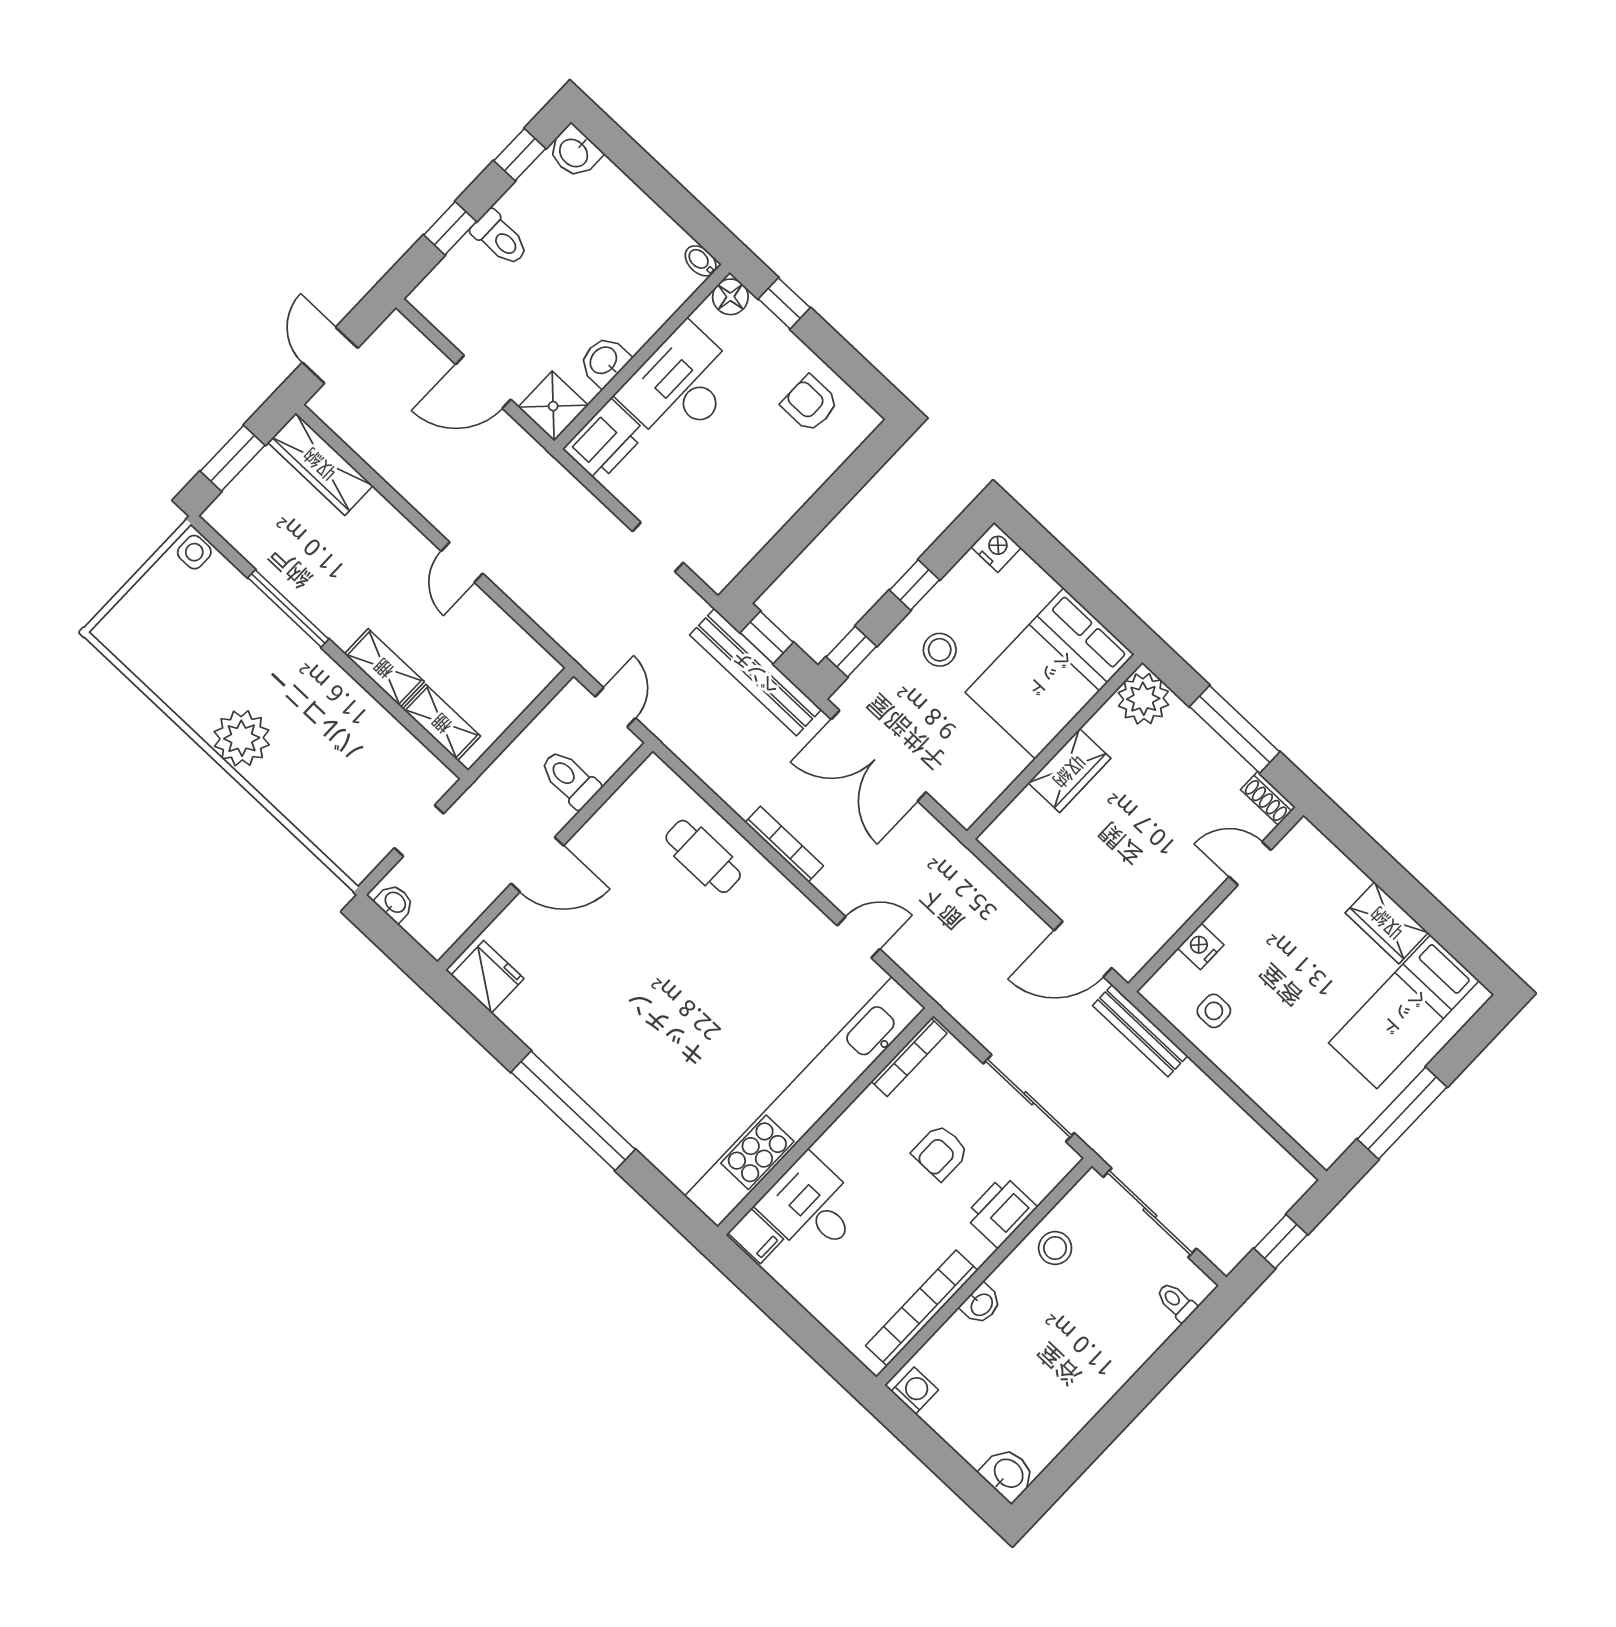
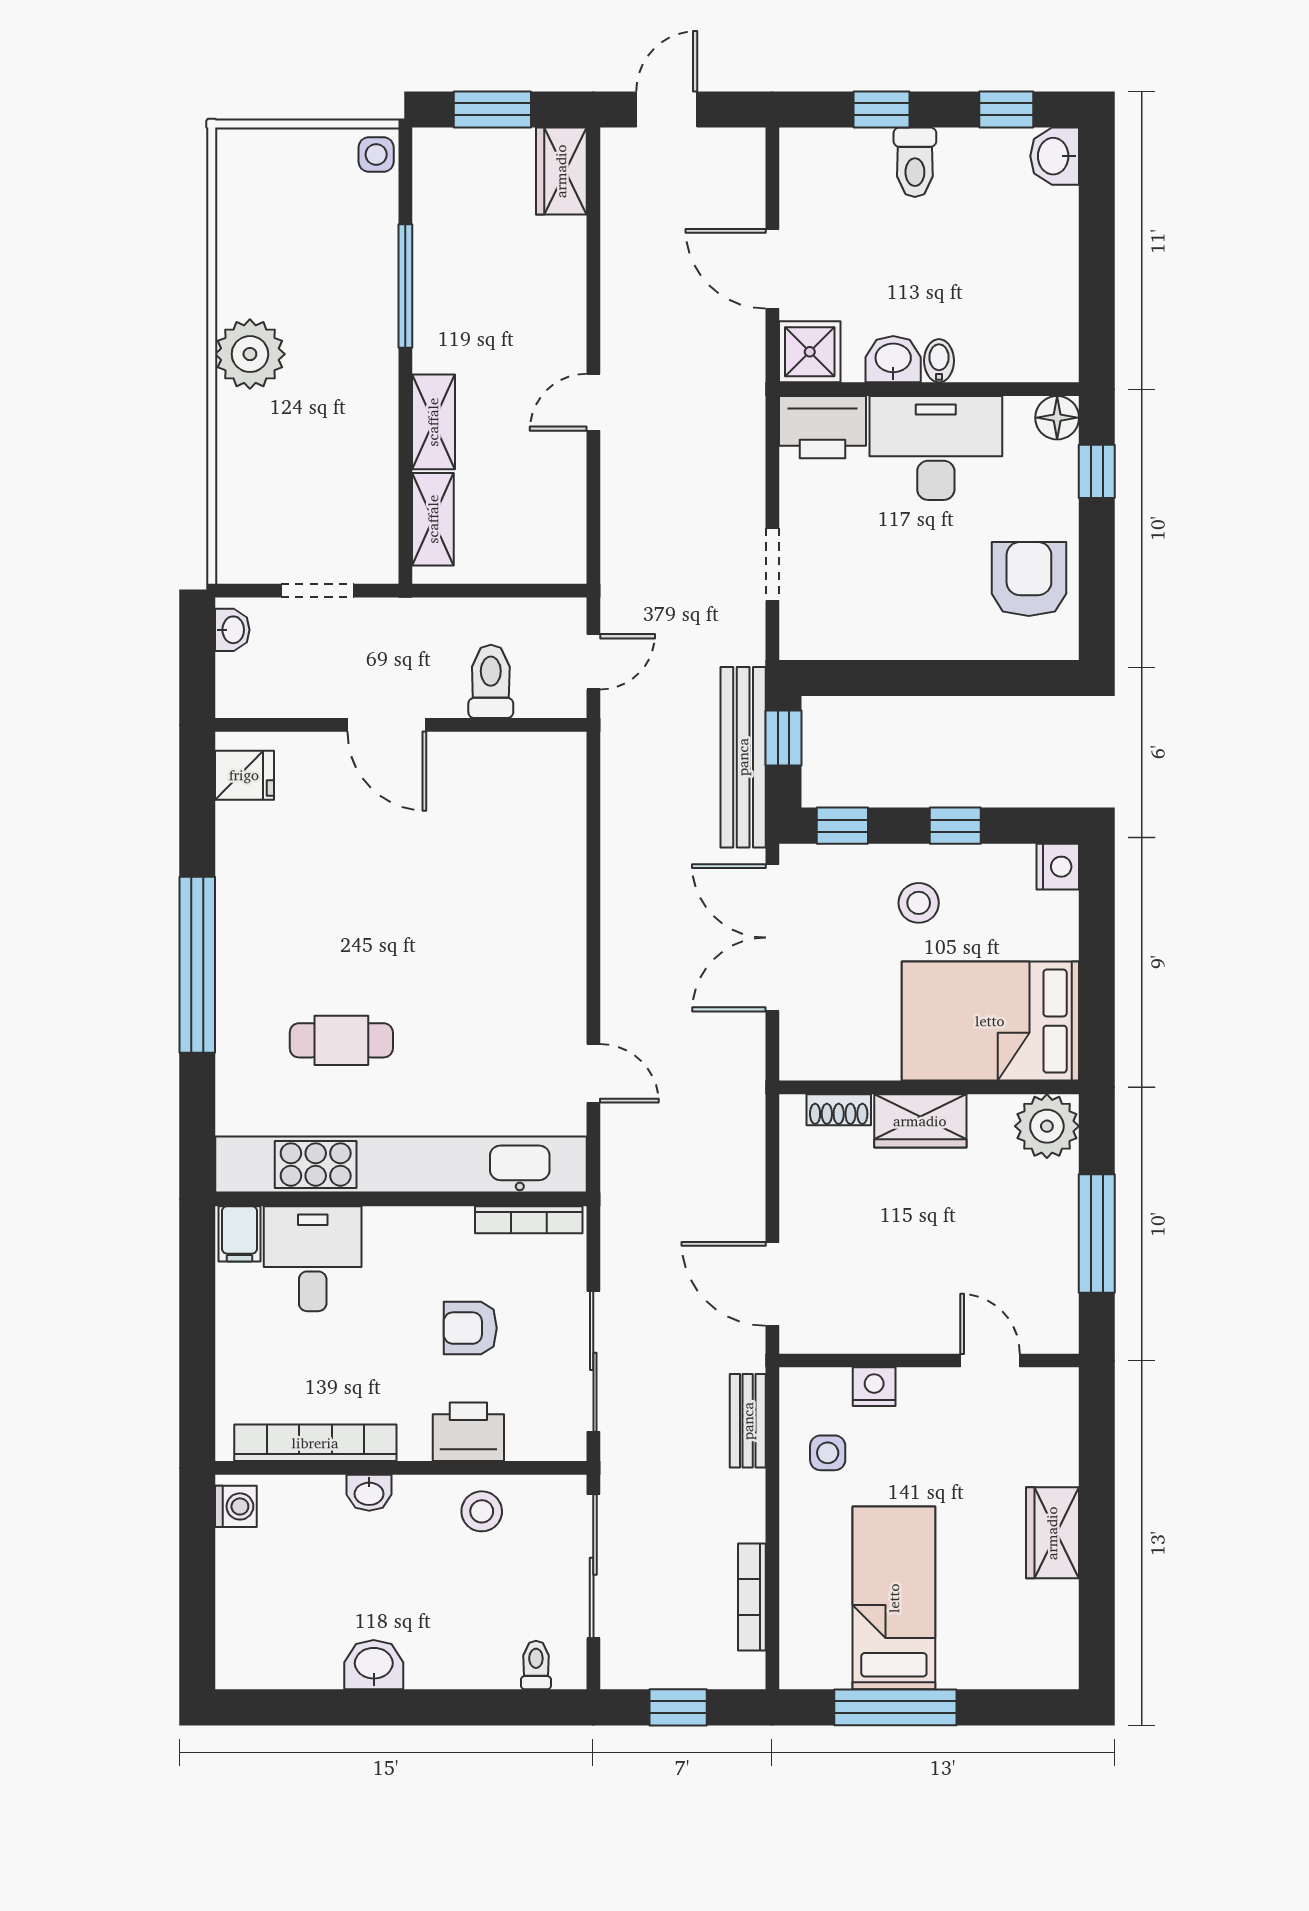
bidet: (701, 261) -> (939, 361), moved
armchair: (810, 404) -> (1029, 579), width x1.38, depth x1.38
wardrobe: (320, 464) -> (561, 171), width x0.67
shoe rack: (1268, 798) -> (839, 1110), moved, turned -90
bookcase: (784, 844) -> (752, 1597), moved, turned 180
cafe table: (703, 856) -> (341, 1040), moved, turned 90
fridge: (487, 977) -> (244, 775), width x0.72
bed: (1404, 1012) -> (894, 1598), moved, turned 90
bench: (1140, 1031) -> (748, 1421), width x0.73
washbasin: (1008, 1474) -> (374, 1665), moved, turned -90

